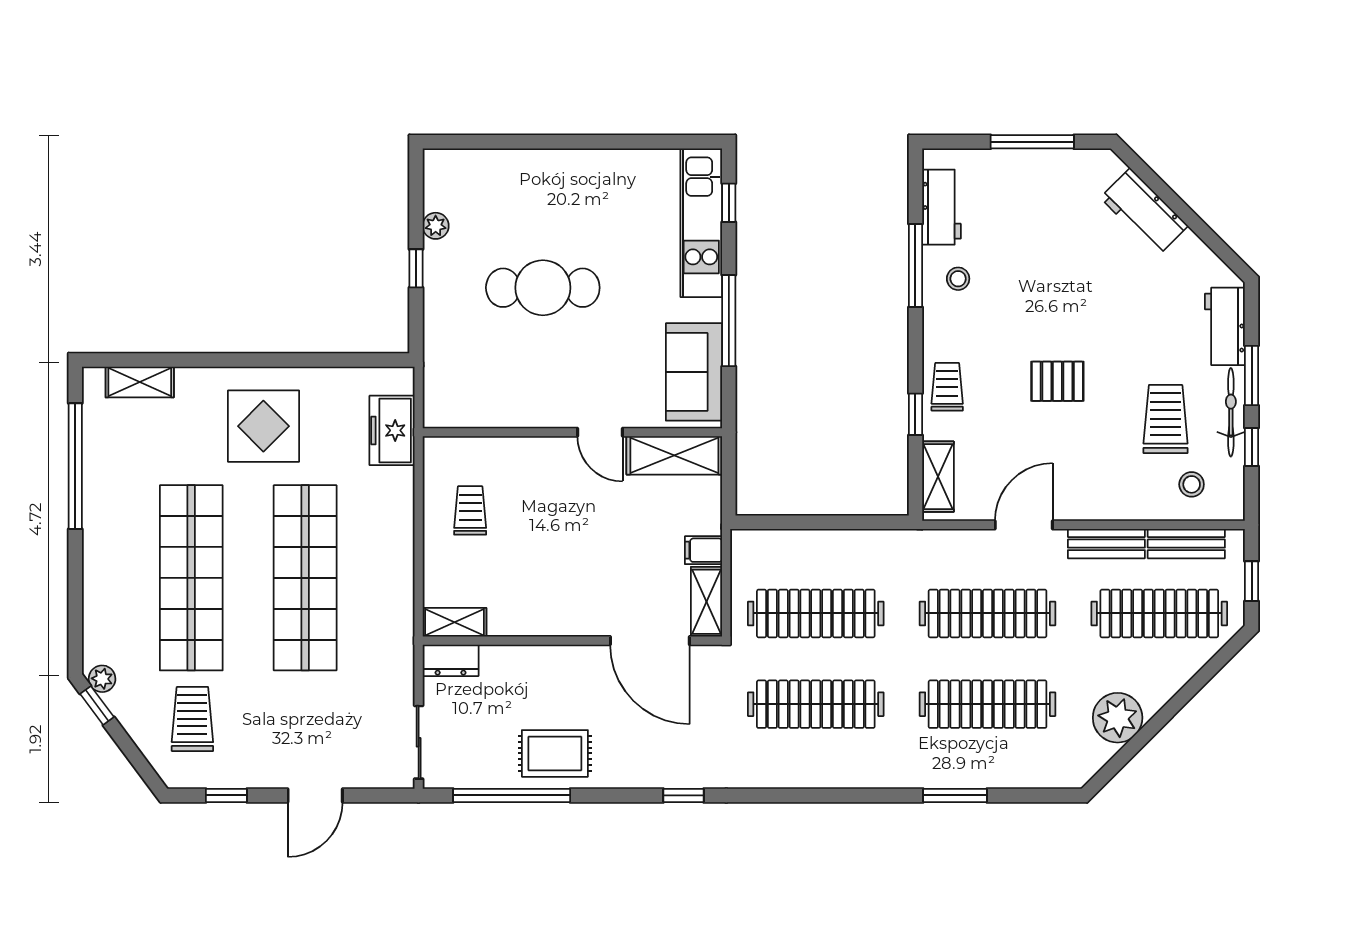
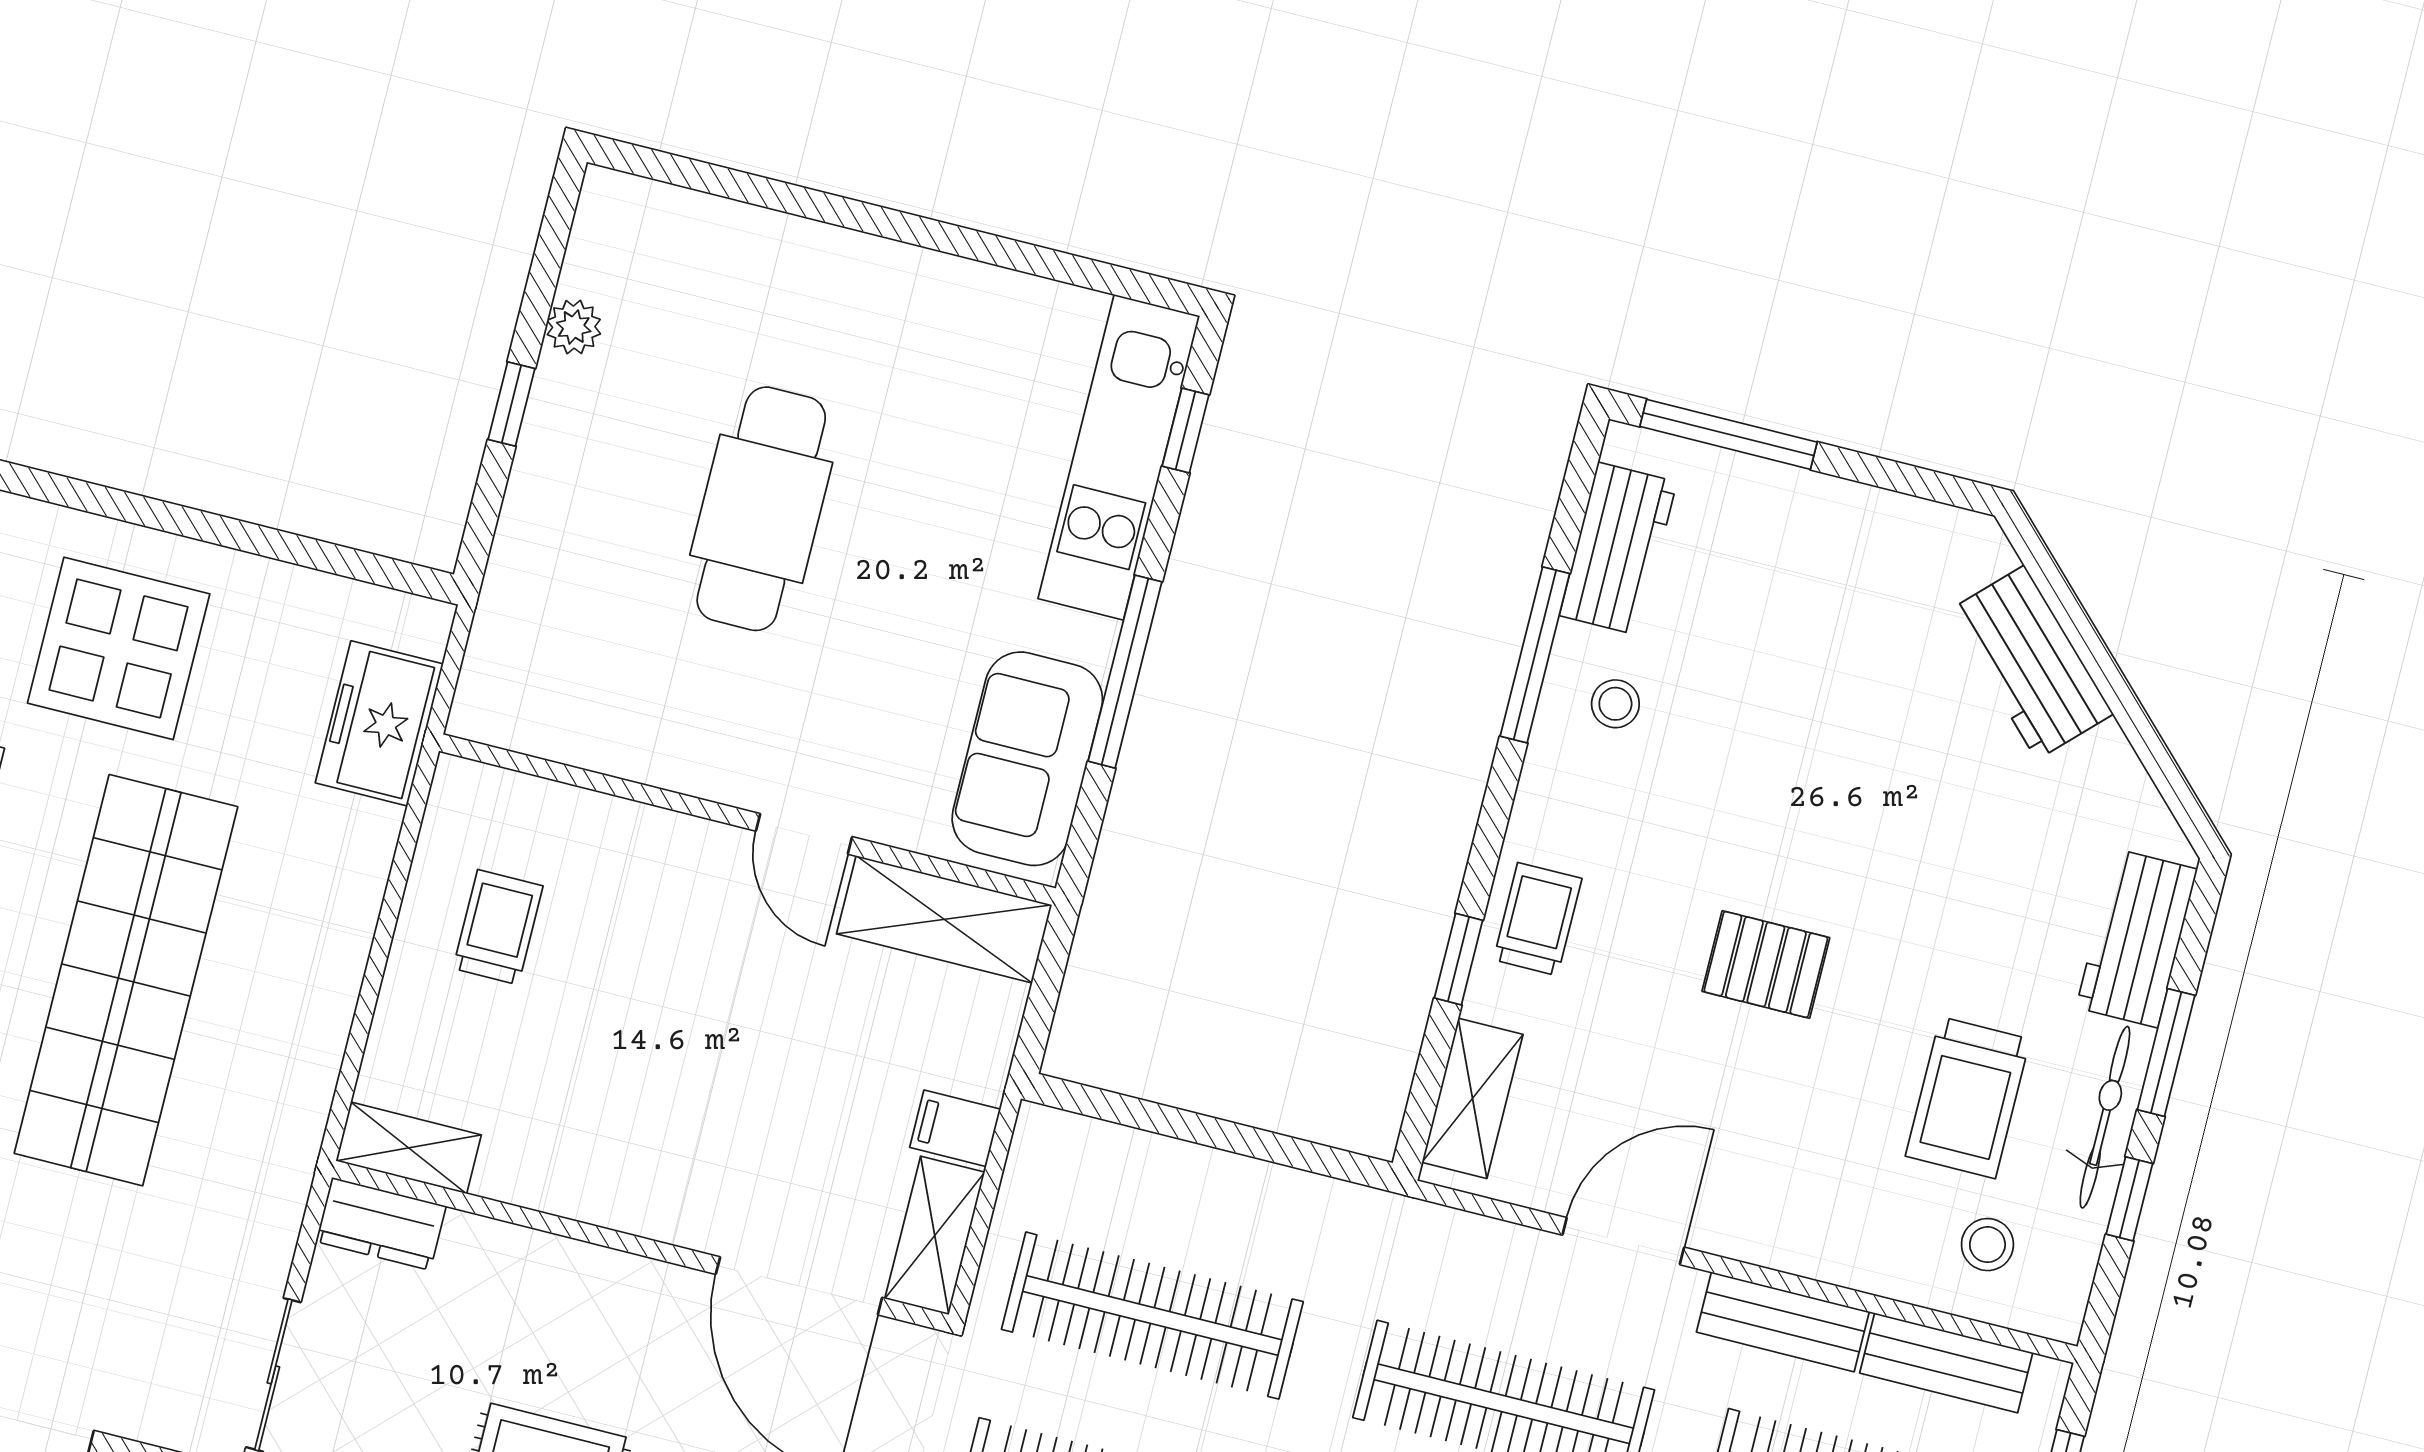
window: (1032, 142) -> (1729, 434), moved
cafe table: (543, 288) -> (761, 509), turned 90
trolley: (1166, 419) -> (1968, 1098), turned 180

